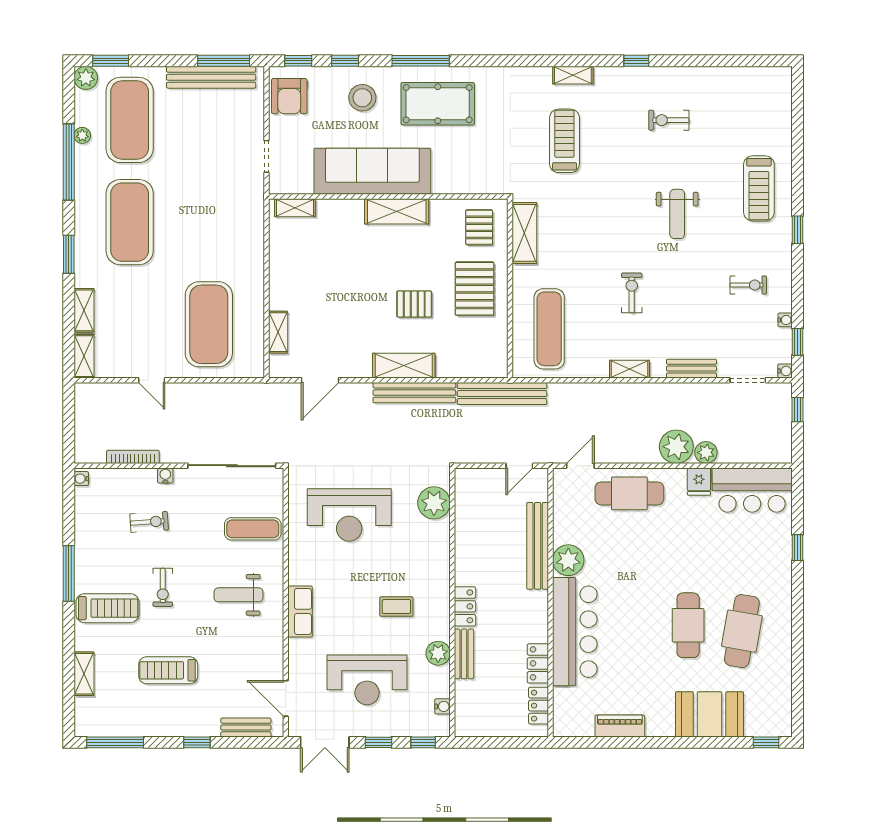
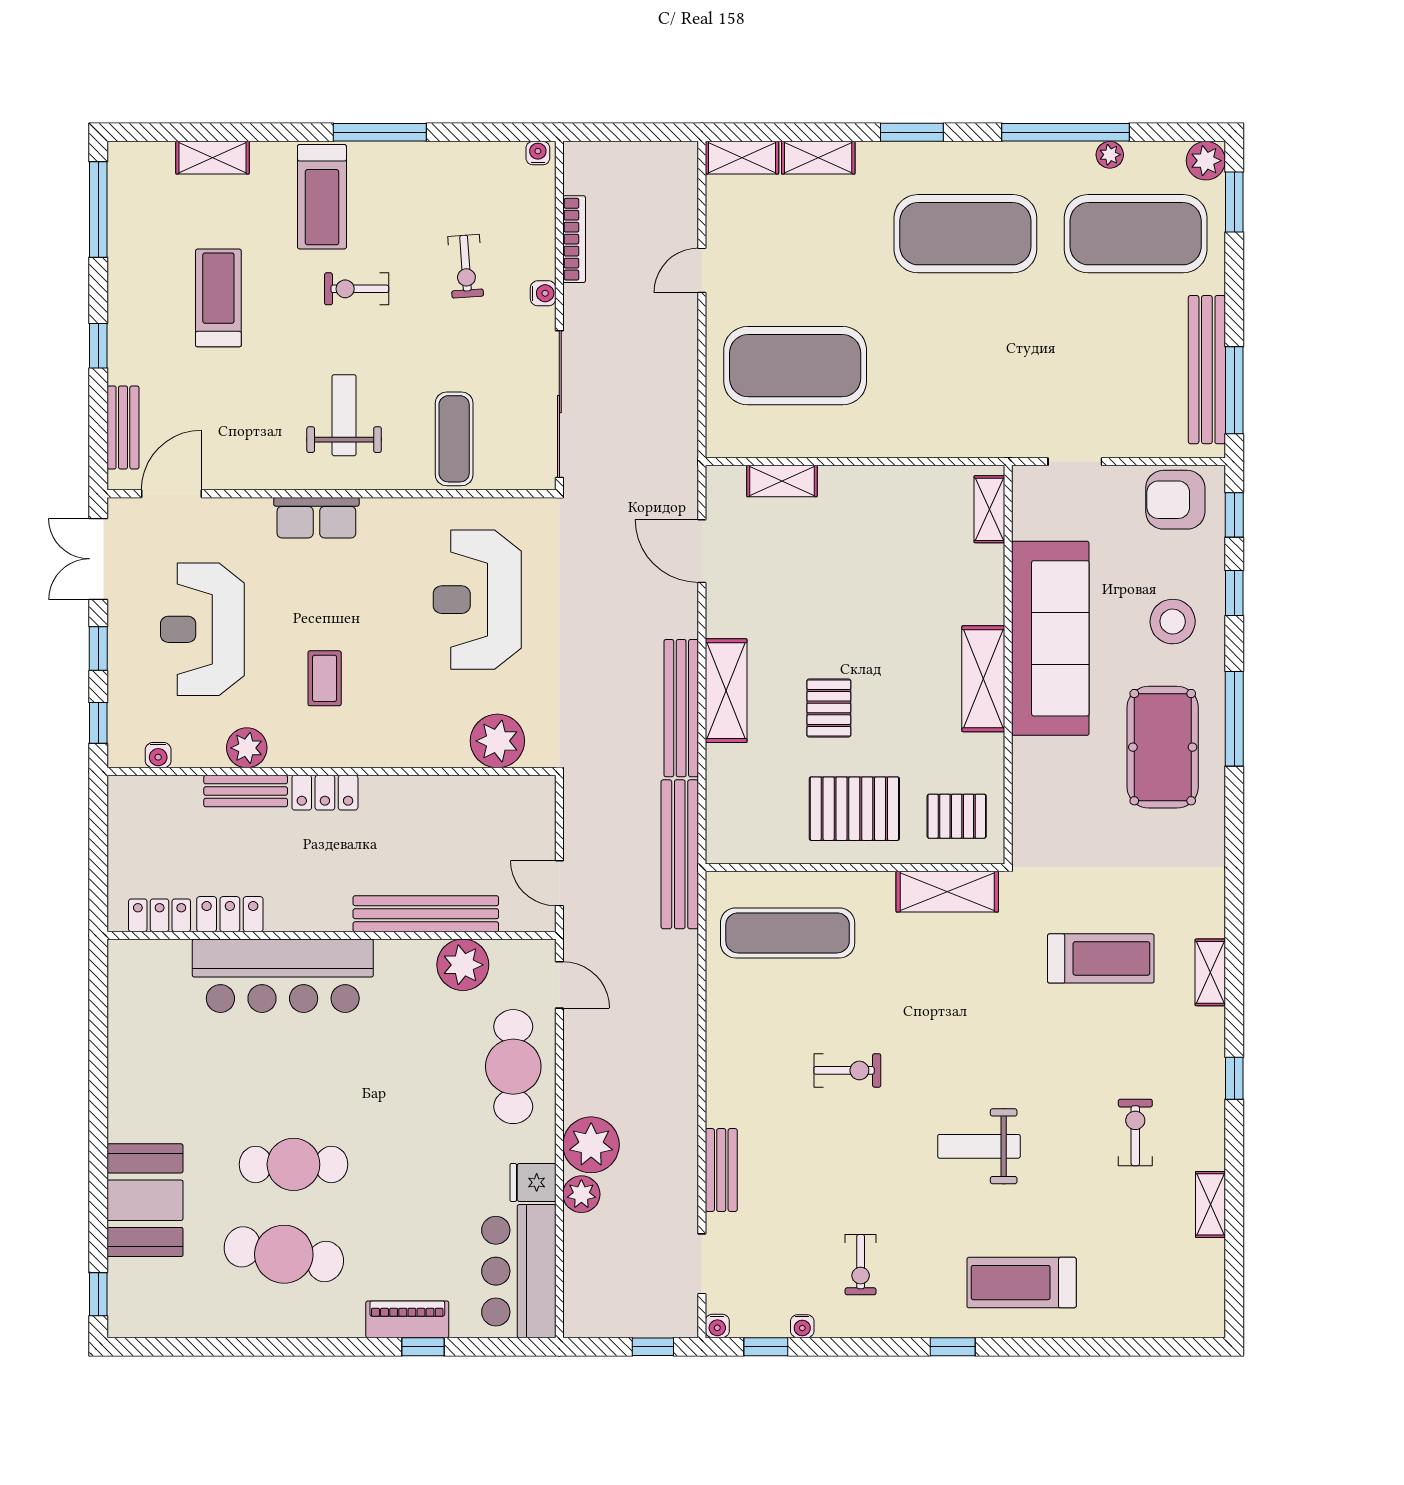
shelving: (629, 369) -> (1210, 1204), moved
plant: (568, 560) -> (463, 965), moved
piano: (620, 726) -> (407, 1319), moved, turned -90

